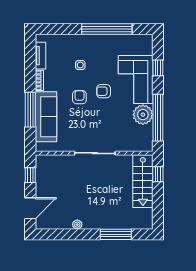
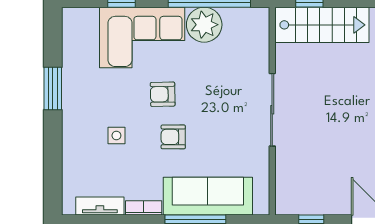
window: (107, 29) -> (53, 89), width x0.47
armchair: (104, 91) -> (163, 94), turned 89

